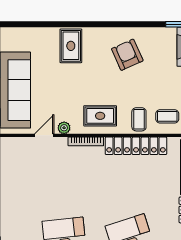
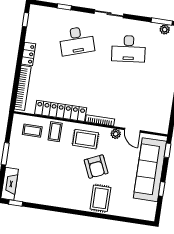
armchair: (127, 55) -> (96, 167), moved
door: (44, 135) -> (132, 130), hinge flipped

